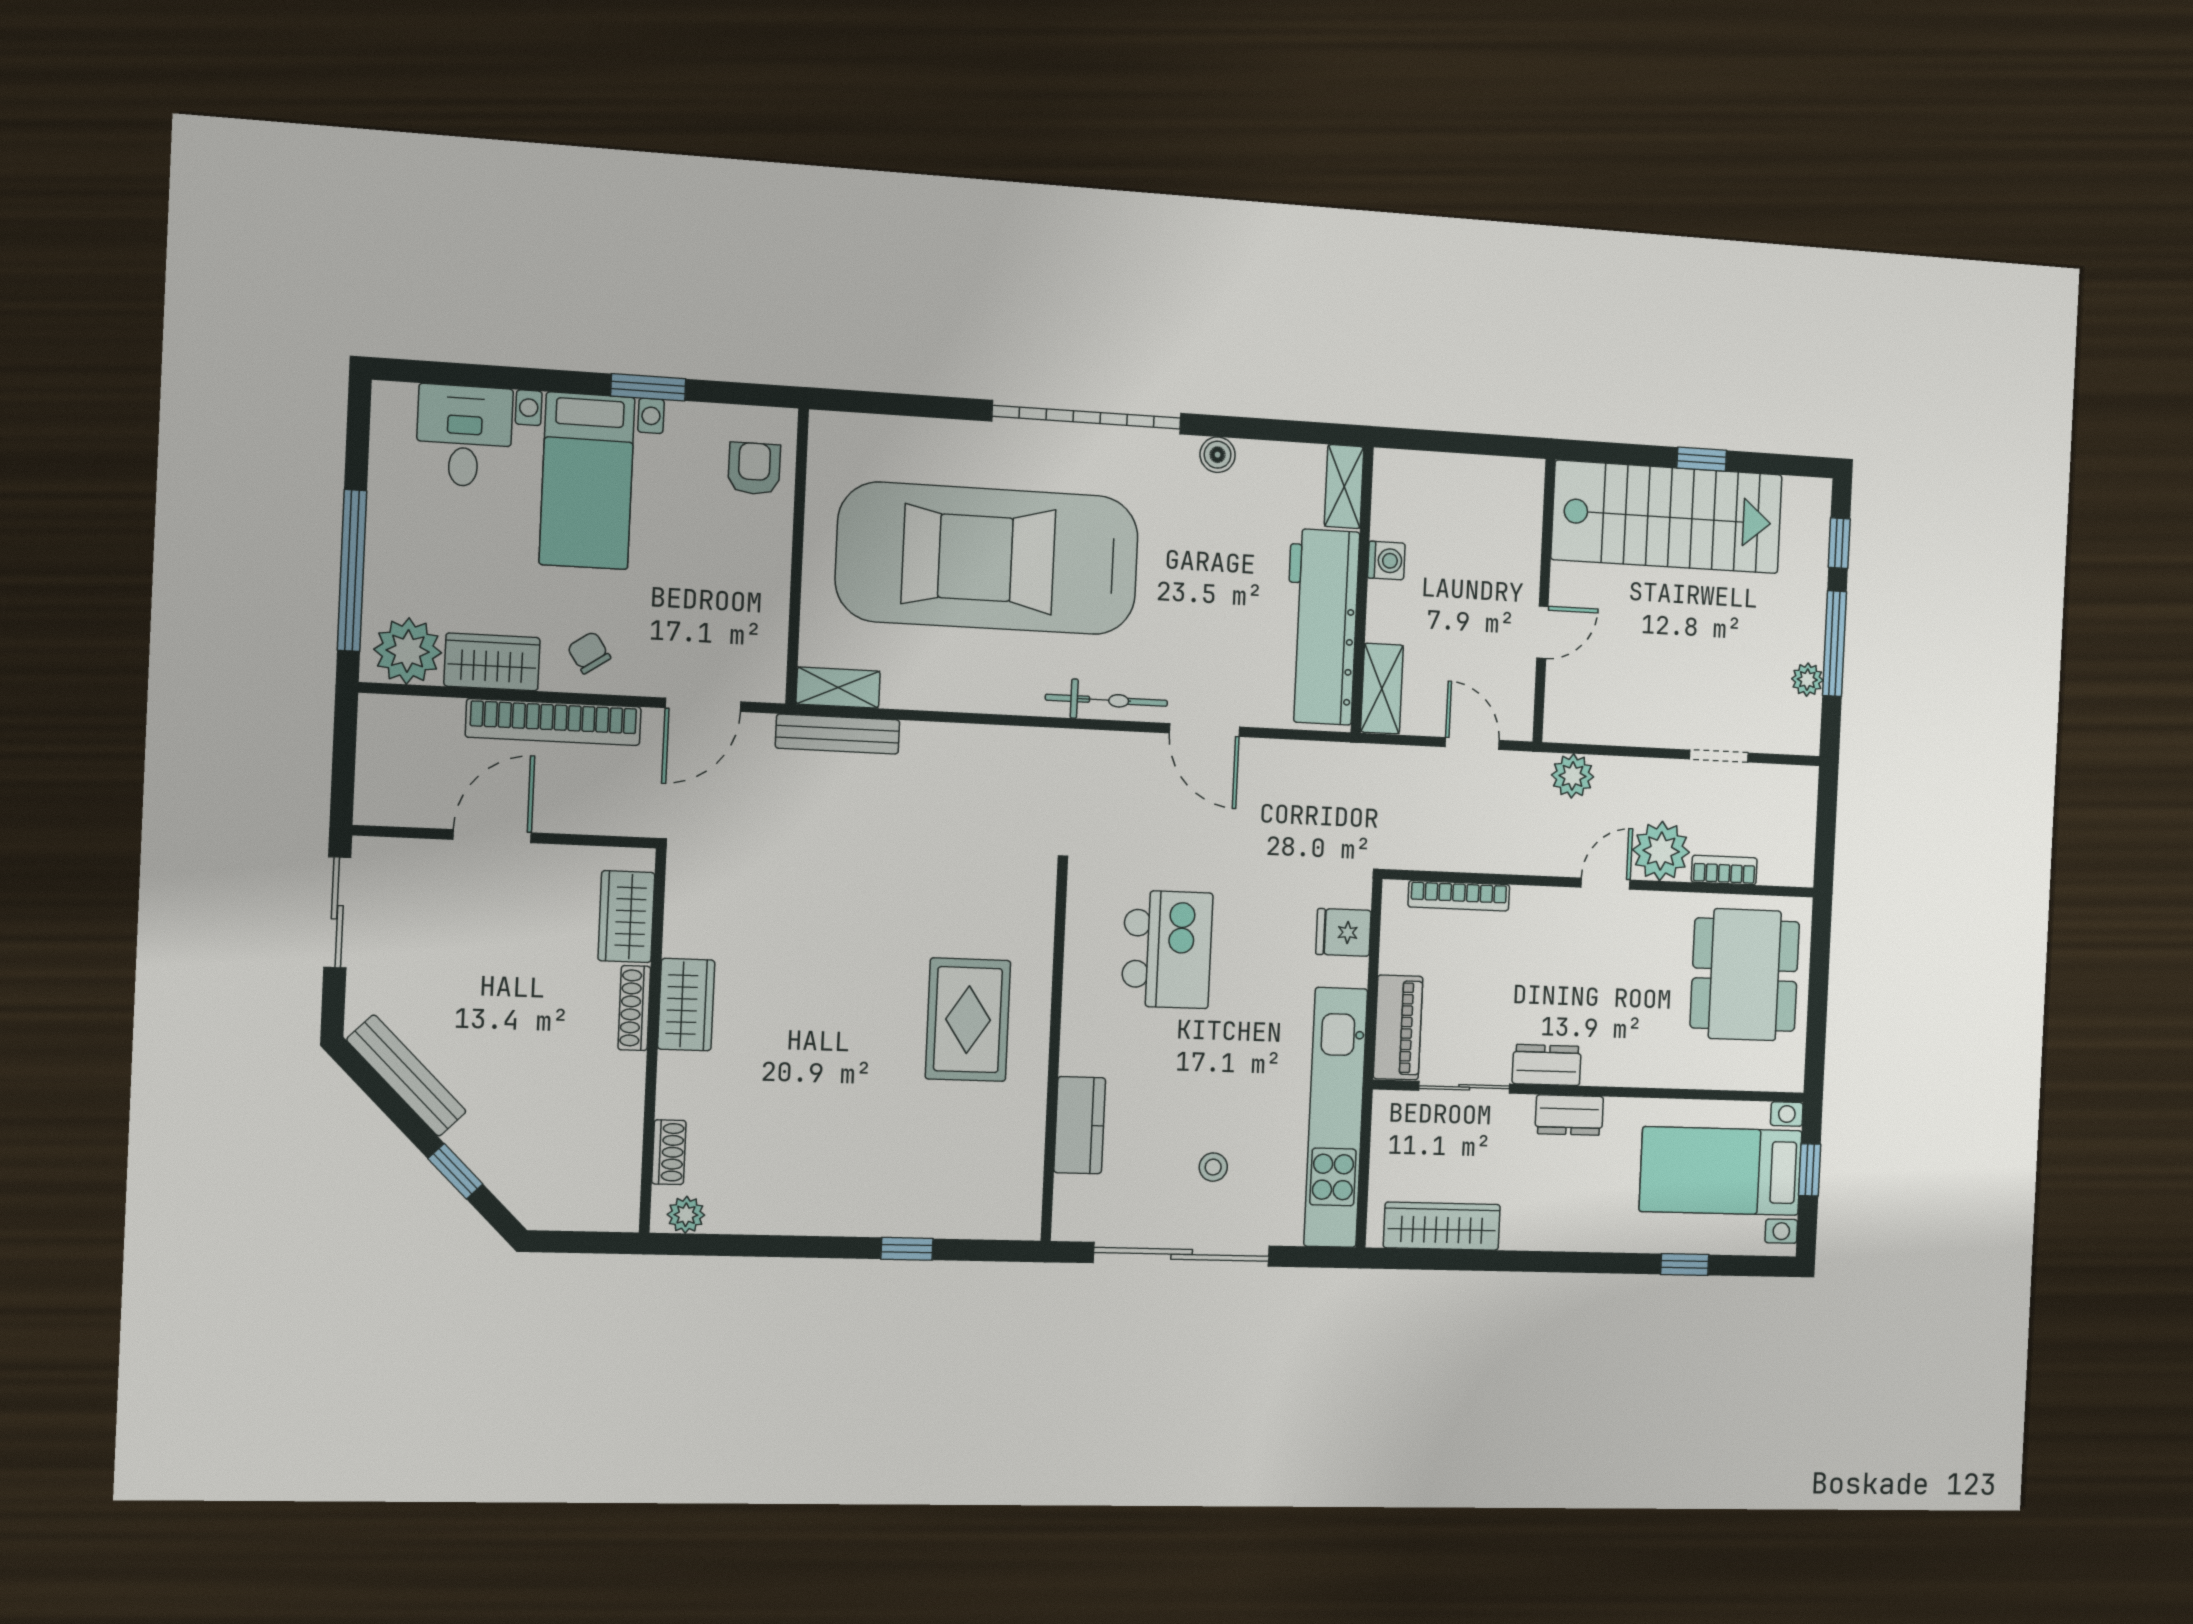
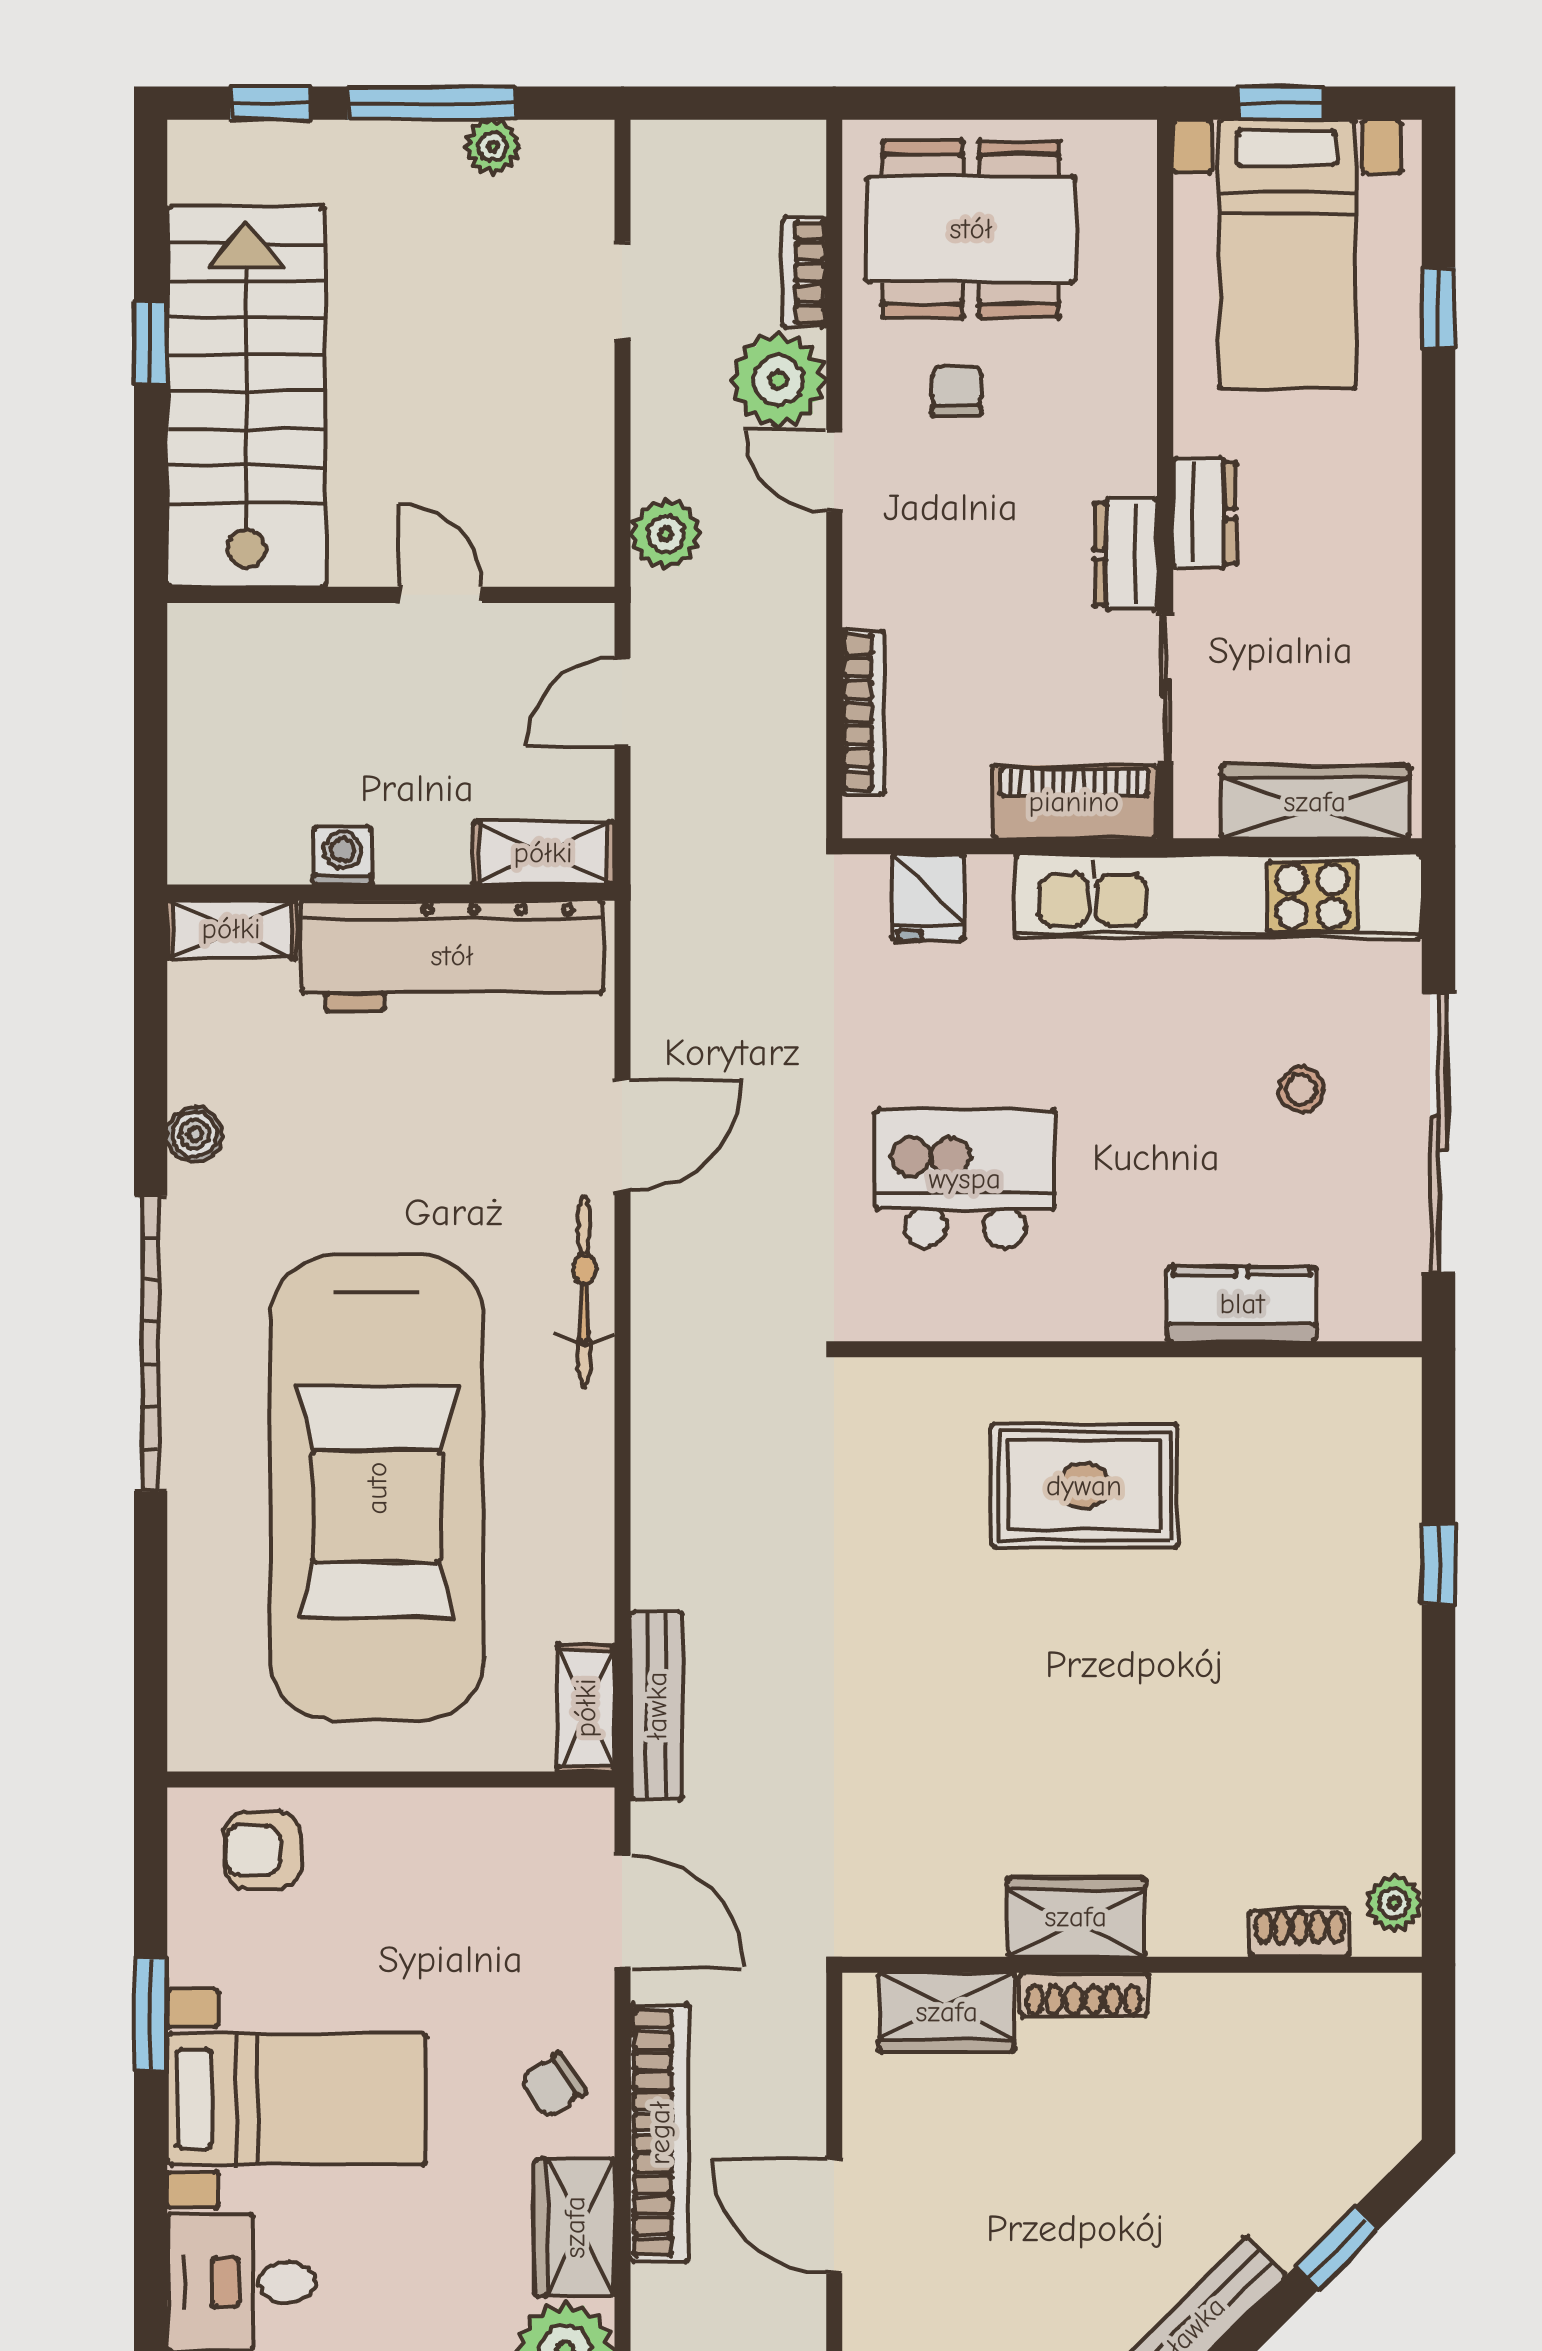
chair: (1650, 962) -> (957, 391), added
wardrobe: (1442, 1226) -> (1315, 802), moved, turned 90

